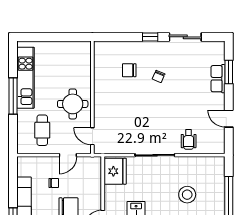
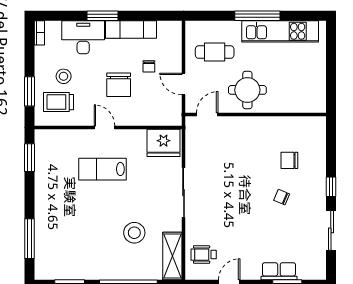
chair: (129, 70) -> (289, 160), turned -90
wheelchair: (189, 139) -> (204, 255), moved
shelving: (206, 164) -> (172, 256), added

